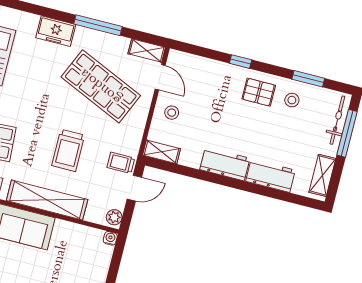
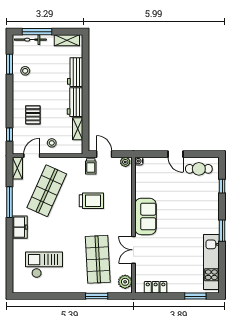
window: (241, 62) -> (9, 135), moved
pallet: (259, 92) -> (33, 115), moved
shelving: (162, 152) -> (78, 129), moved
shelving: (47, 200) -> (125, 206), removed

